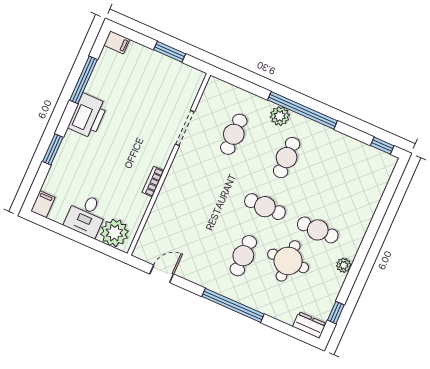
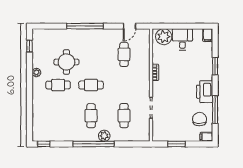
chair: (115, 75) -> (200, 119), added
cafe table: (243, 256) -> (124, 54), moved
dresser: (309, 325) -> (41, 33), removed

